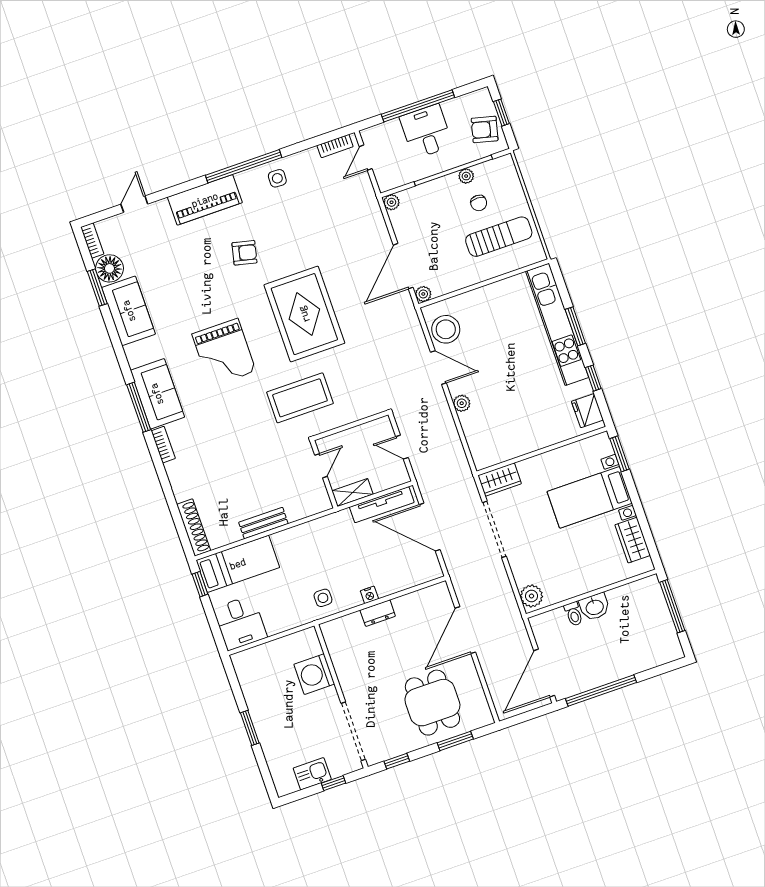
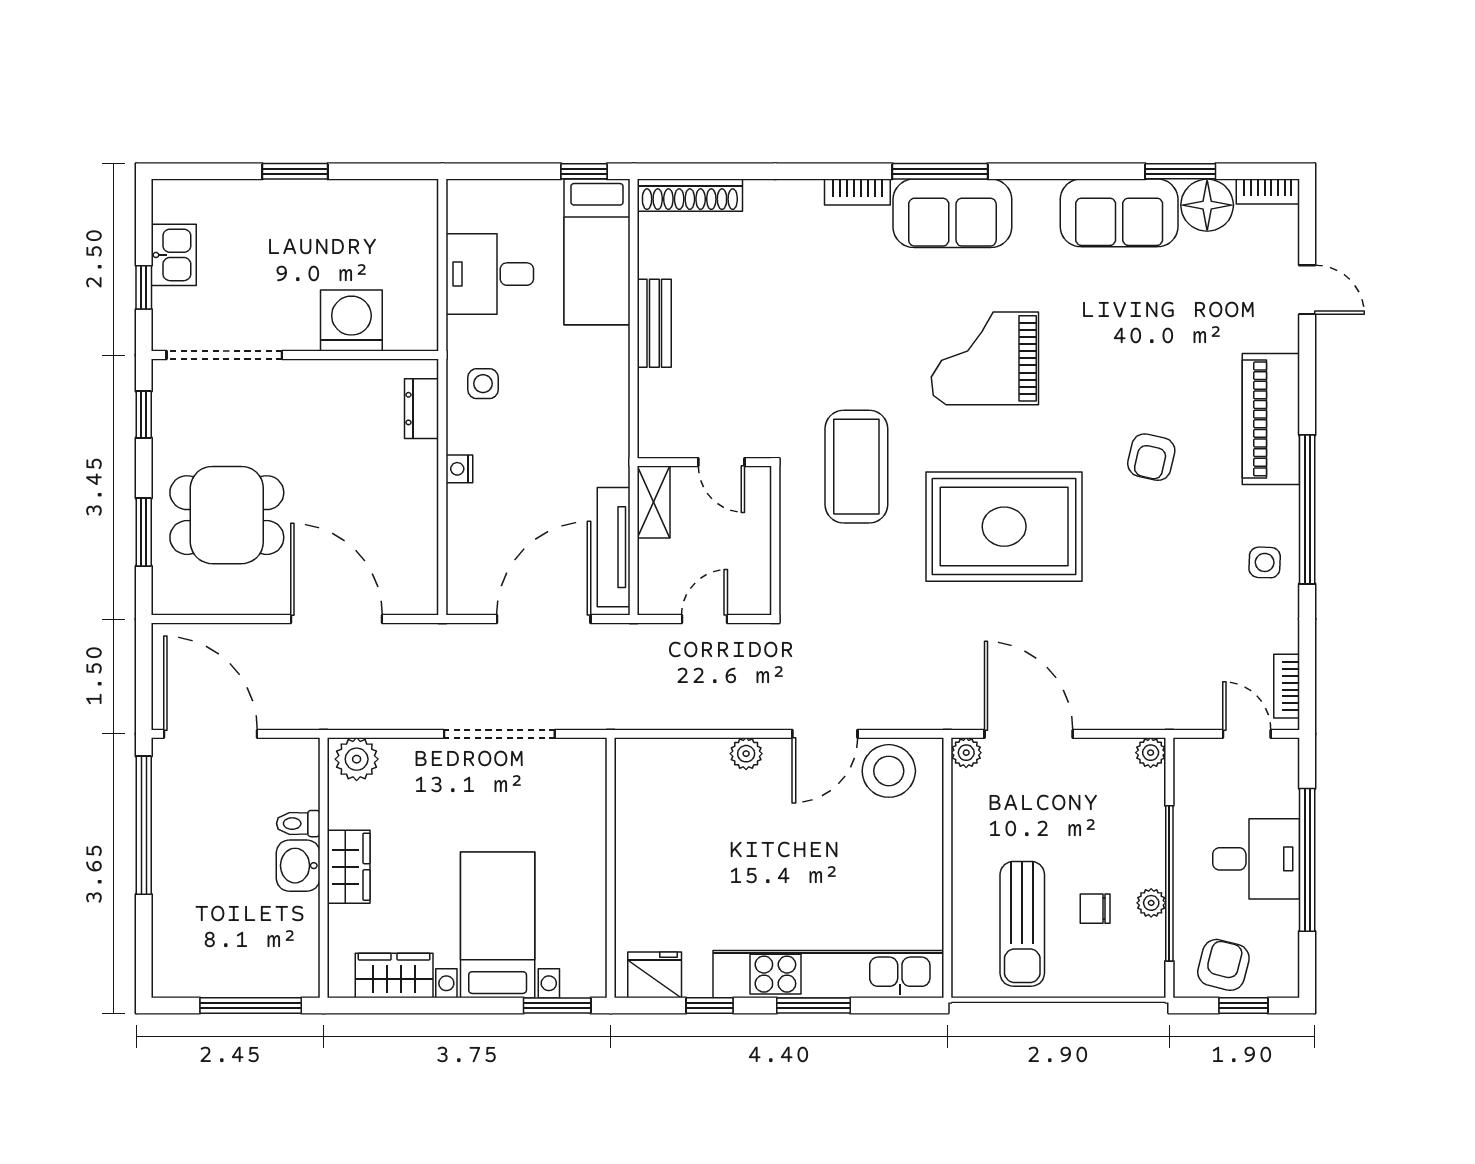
wardrobe: (500, 480) -> (349, 867), moved, turned 180
dresser: (378, 613) -> (422, 409), moved
desk: (240, 623) -> (490, 274), moved

